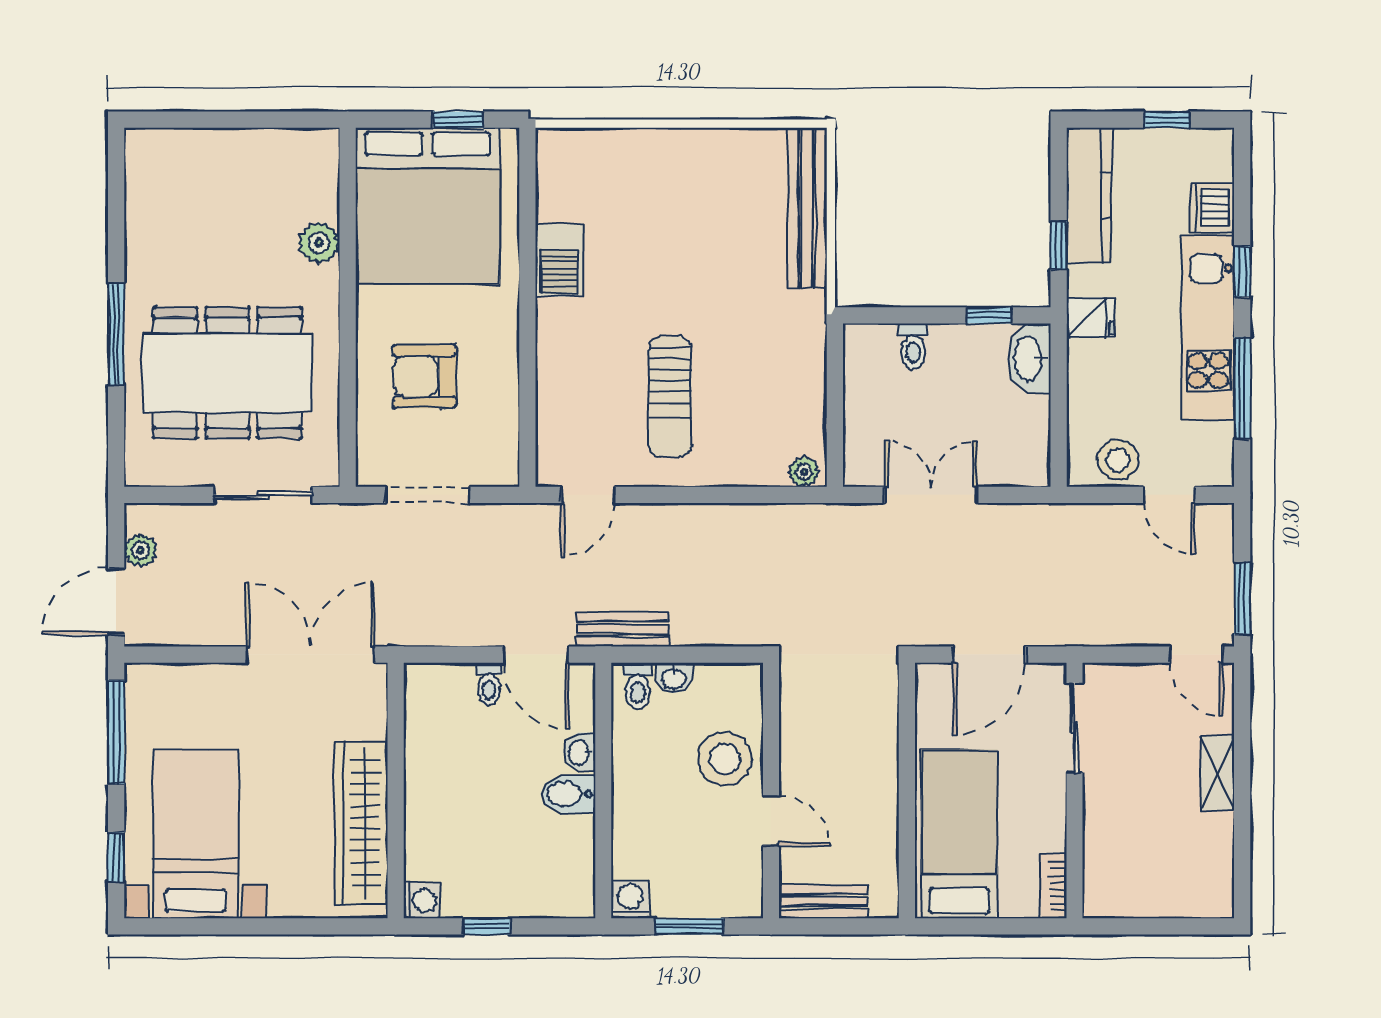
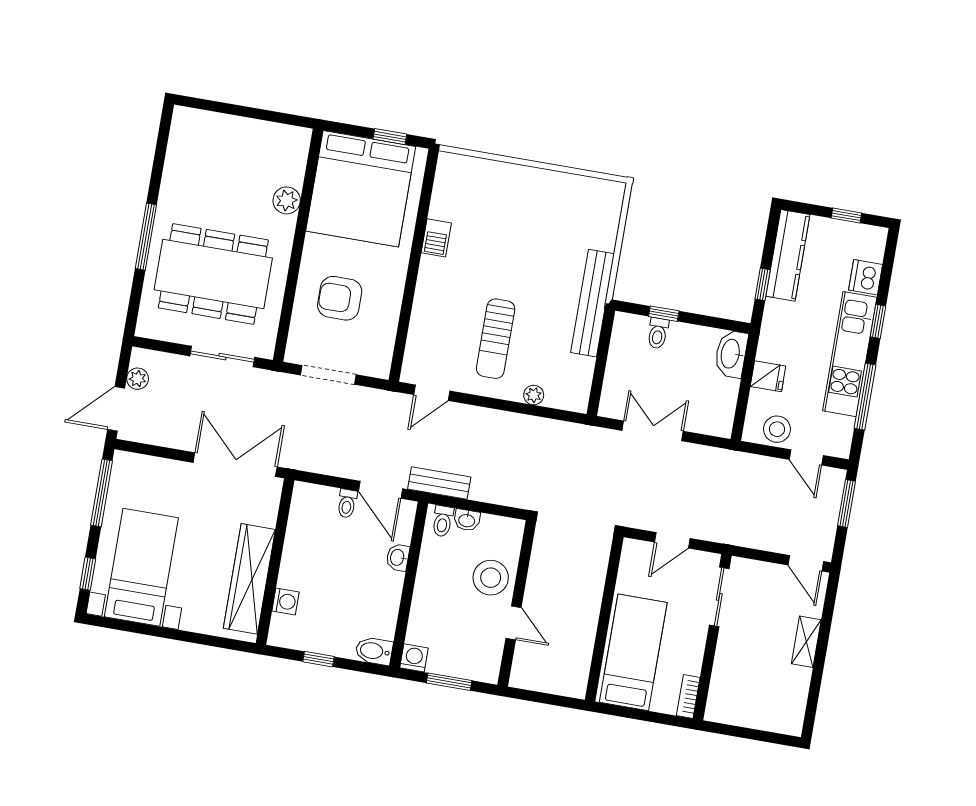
bench: (807, 208) -> (593, 303), moved
barbecue: (559, 260) -> (436, 238), width x0.73, depth x0.79
window: (989, 315) -> (664, 314), moved
fridge: (1091, 317) -> (768, 376), moved
plant: (804, 472) -> (534, 395), moved
window: (1242, 599) -> (847, 503), moved
door: (989, 655) -> (672, 540), width x0.73
bidet: (568, 794) -> (374, 651), moved
washing machine: (422, 900) -> (285, 601), moved
bench: (823, 901) -> (538, 681), removed

